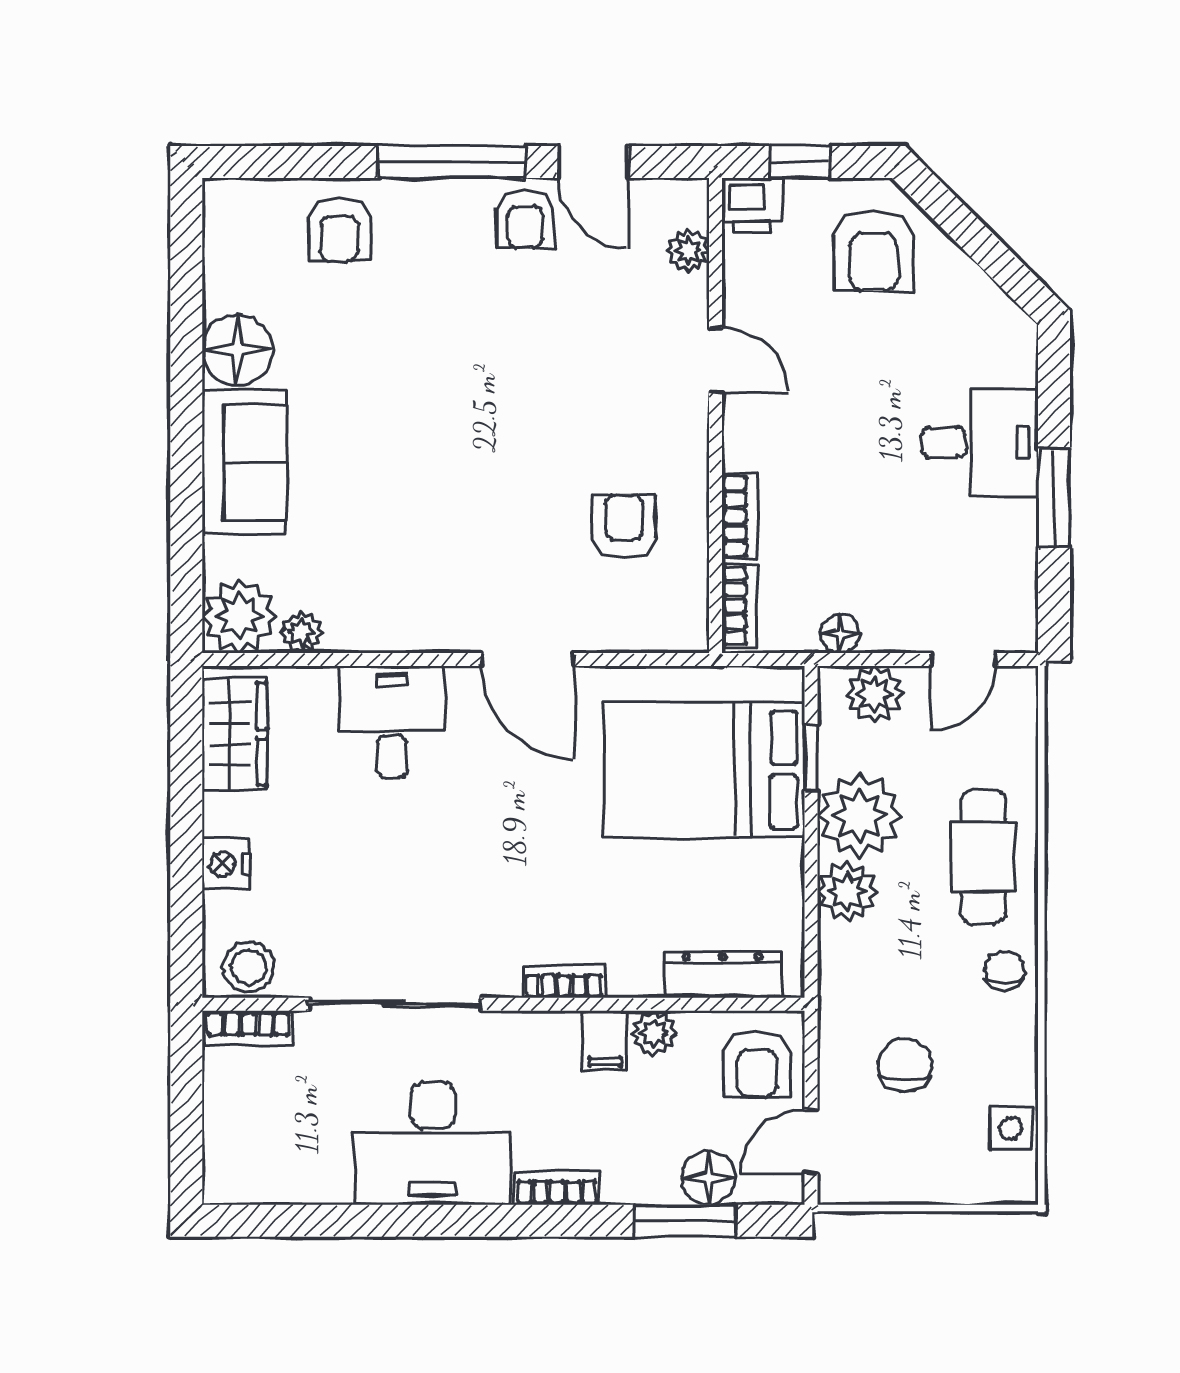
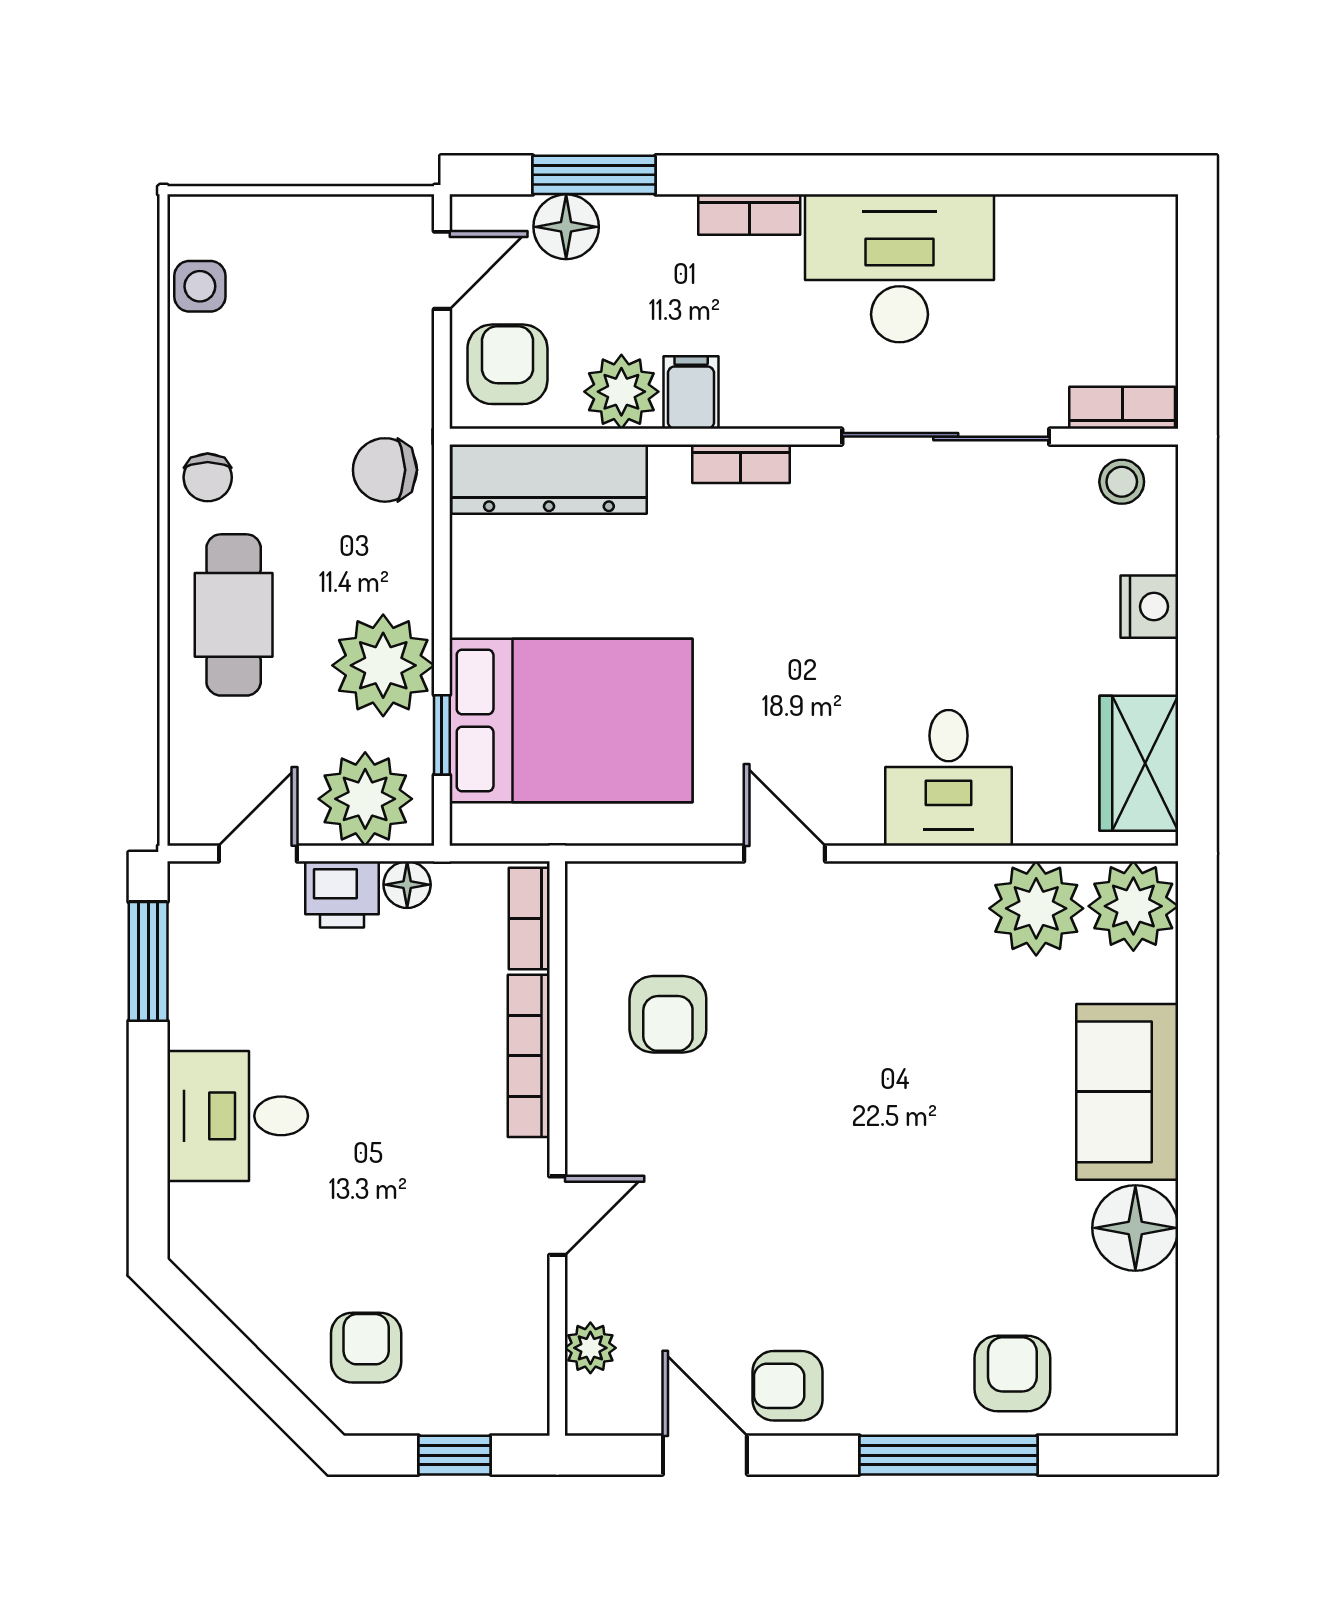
window: (451, 162) -> (948, 1455), moved
printer: (752, 205) -> (342, 894), moved, turned 180
armchair: (525, 219) -> (788, 1386), turned -90
armchair: (874, 251) -> (366, 1348), width x0.72, depth x0.72
door: (716, 360) -> (557, 1216), swing flipped
window: (1054, 498) -> (148, 961), moved
bookcase: (739, 516) -> (529, 1056), width x1.56
plant: (301, 632) -> (1036, 908), width x1.88, depth x1.88
door: (528, 659) -> (785, 854), width x0.73
plant: (874, 694) -> (365, 799), width x1.36, depth x1.36
plant: (847, 892) -> (398, 573), removed
stool: (249, 967) -> (1122, 482), width x0.73, depth x0.73
dresser: (723, 975) -> (549, 479), width x1.37, depth x1.24
plant: (654, 1033) -> (621, 392), width x1.38, depth x1.38
chair: (905, 1065) -> (385, 470), moved, turned 90

